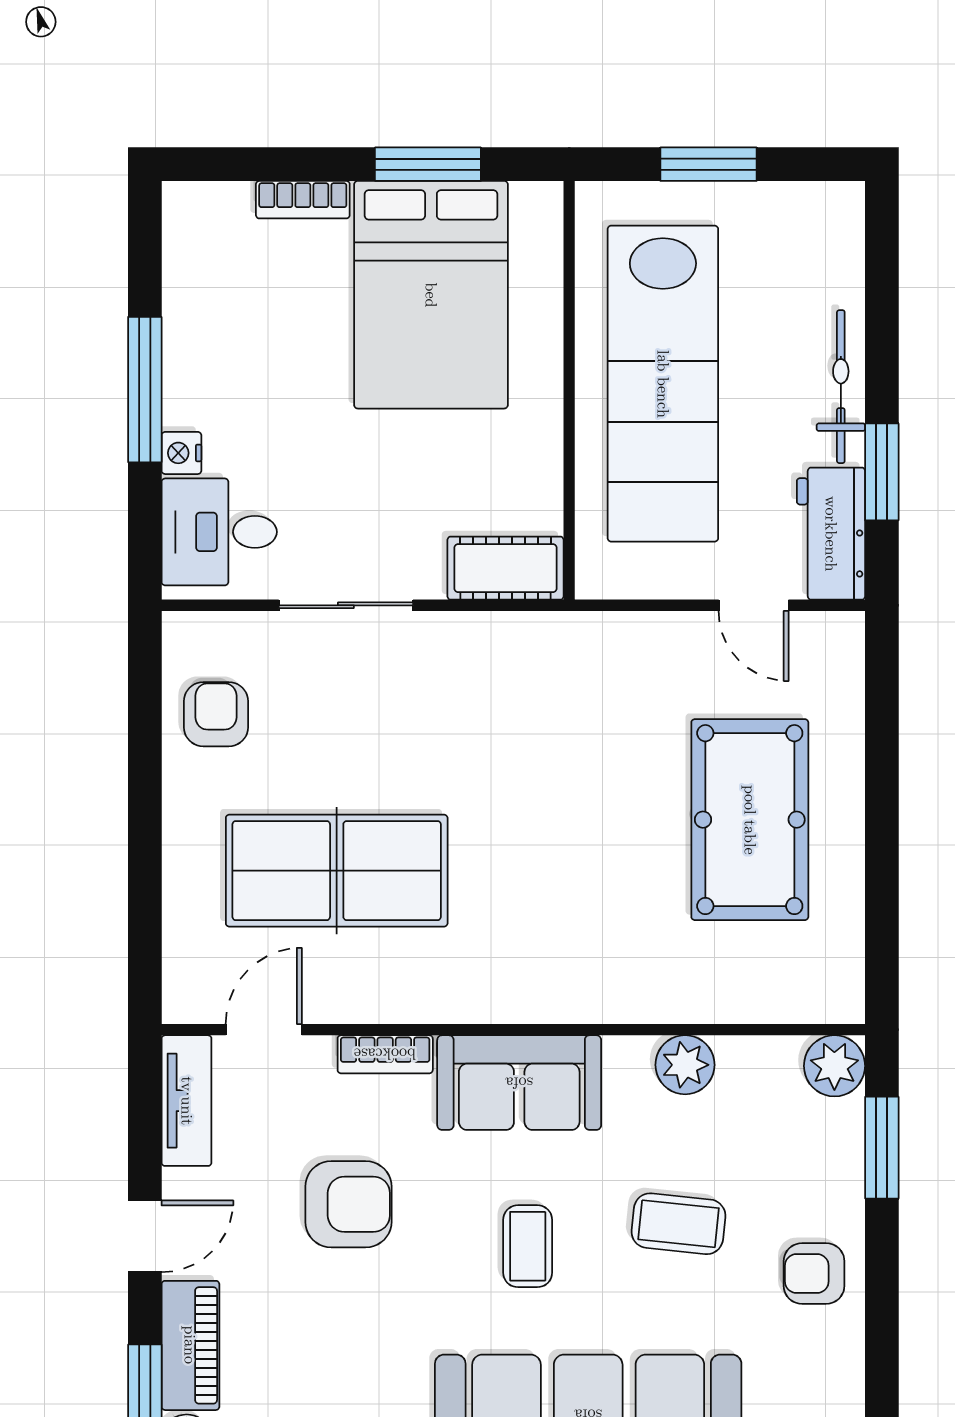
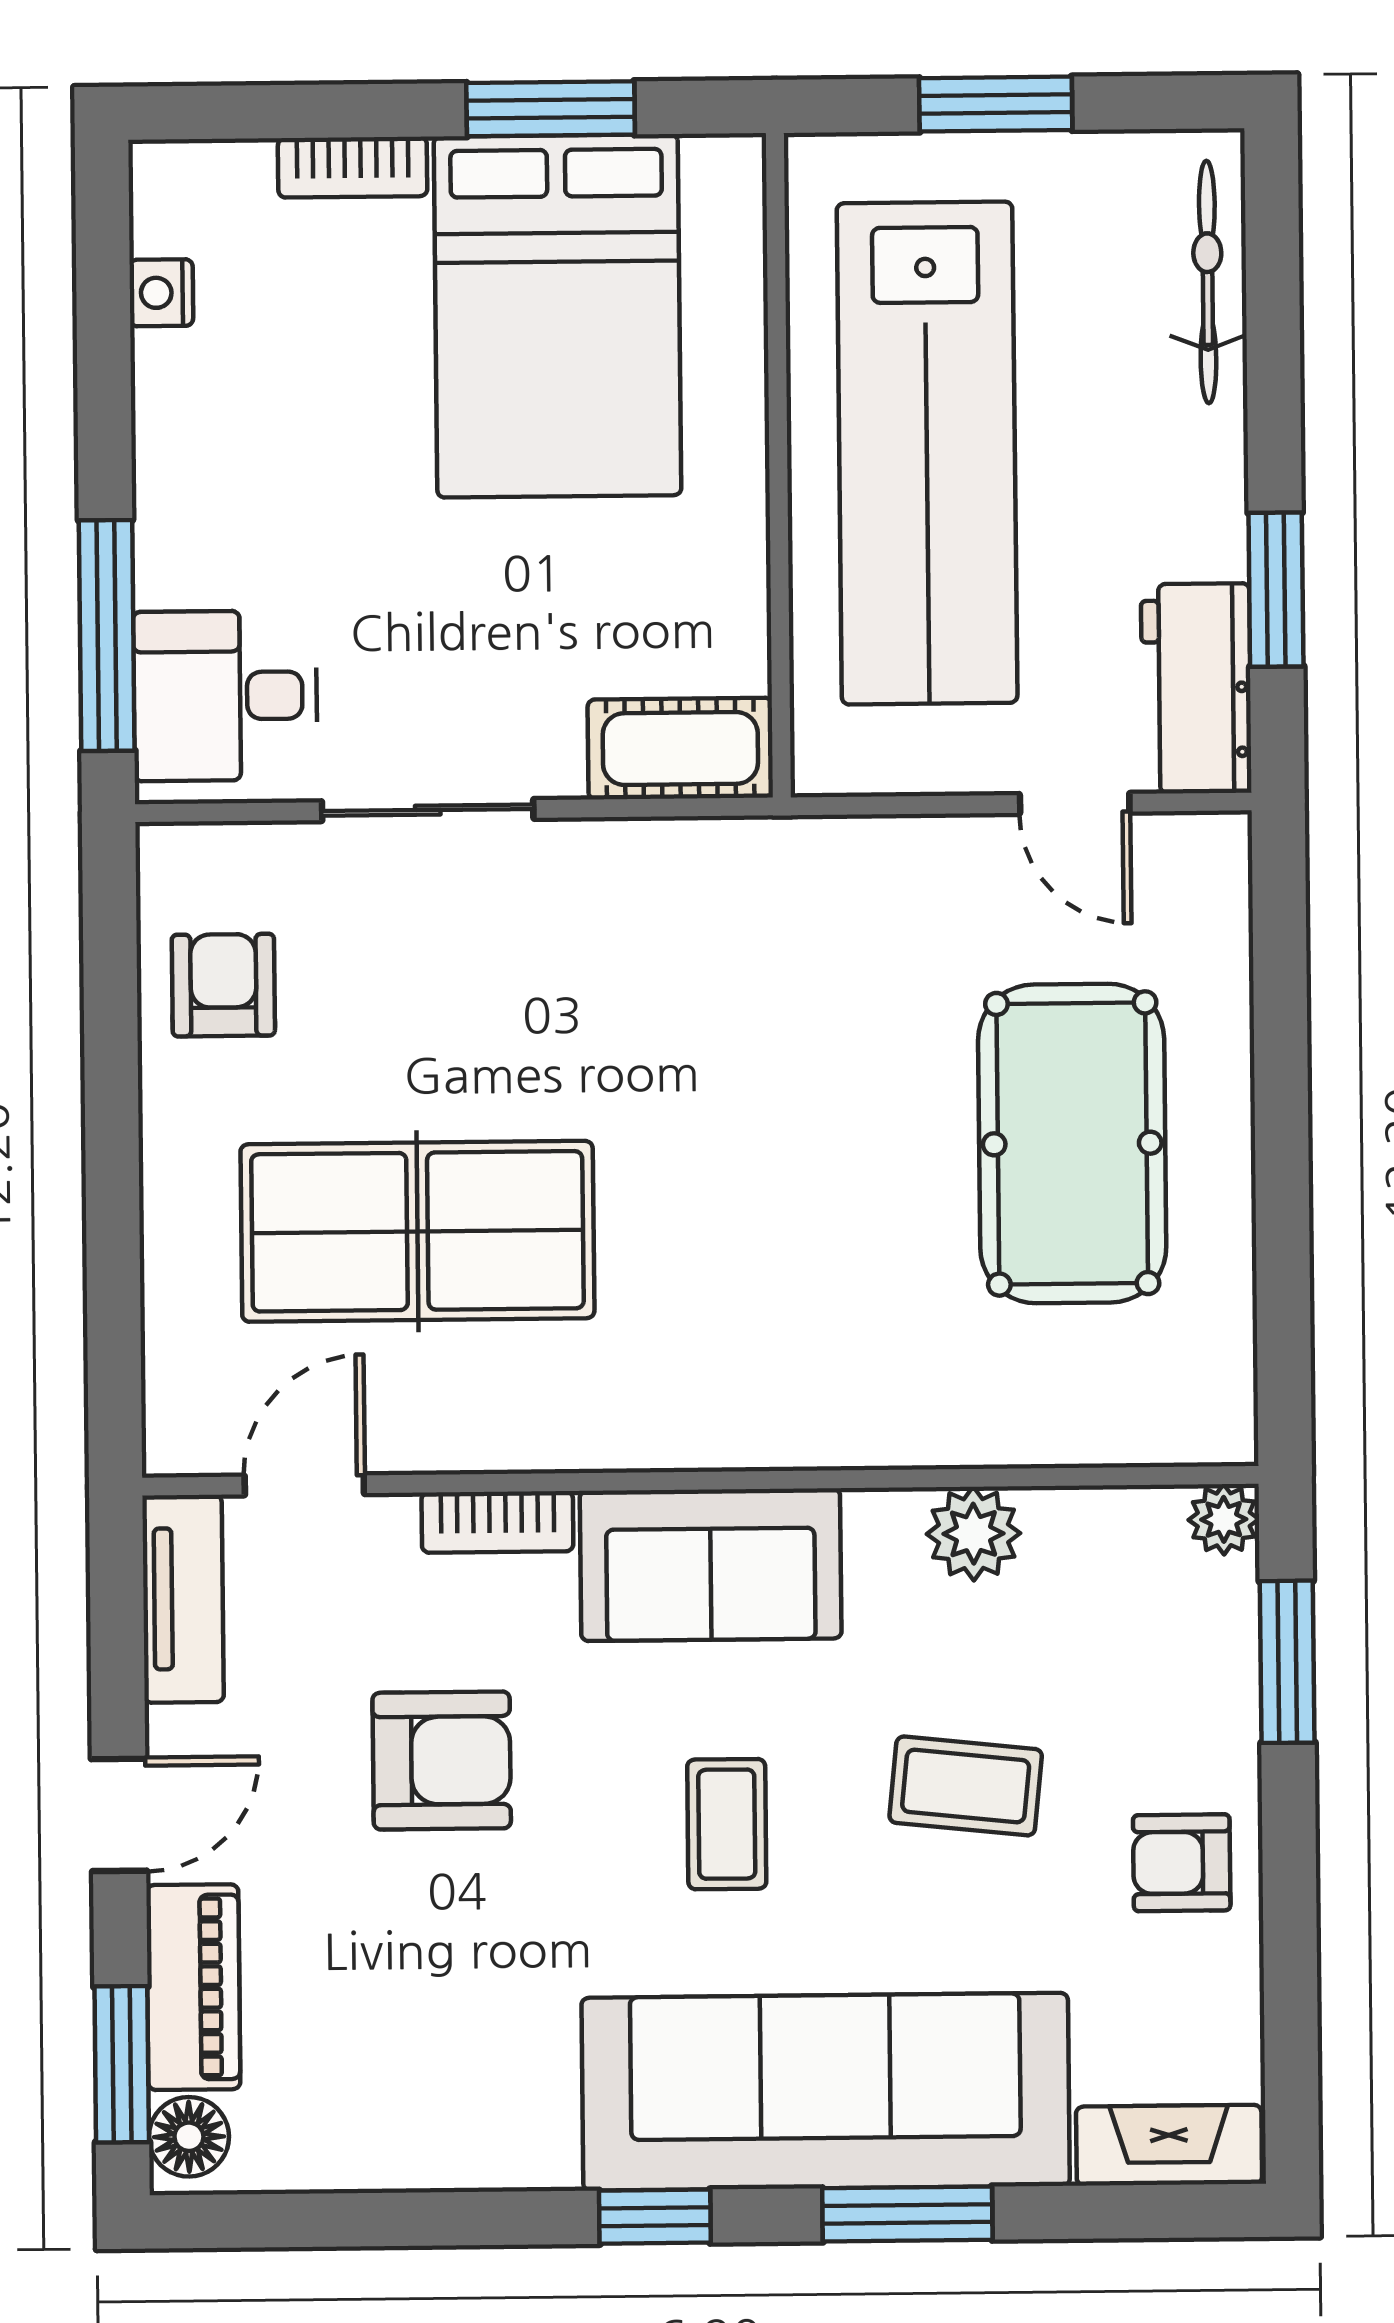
bicycle: (841, 387) -> (1208, 282), moved
window: (145, 390) -> (107, 636), moved
nightstand: (181, 453) -> (161, 293), moved
plant: (834, 1066) -> (1224, 1519), width x0.73, depth x0.73

